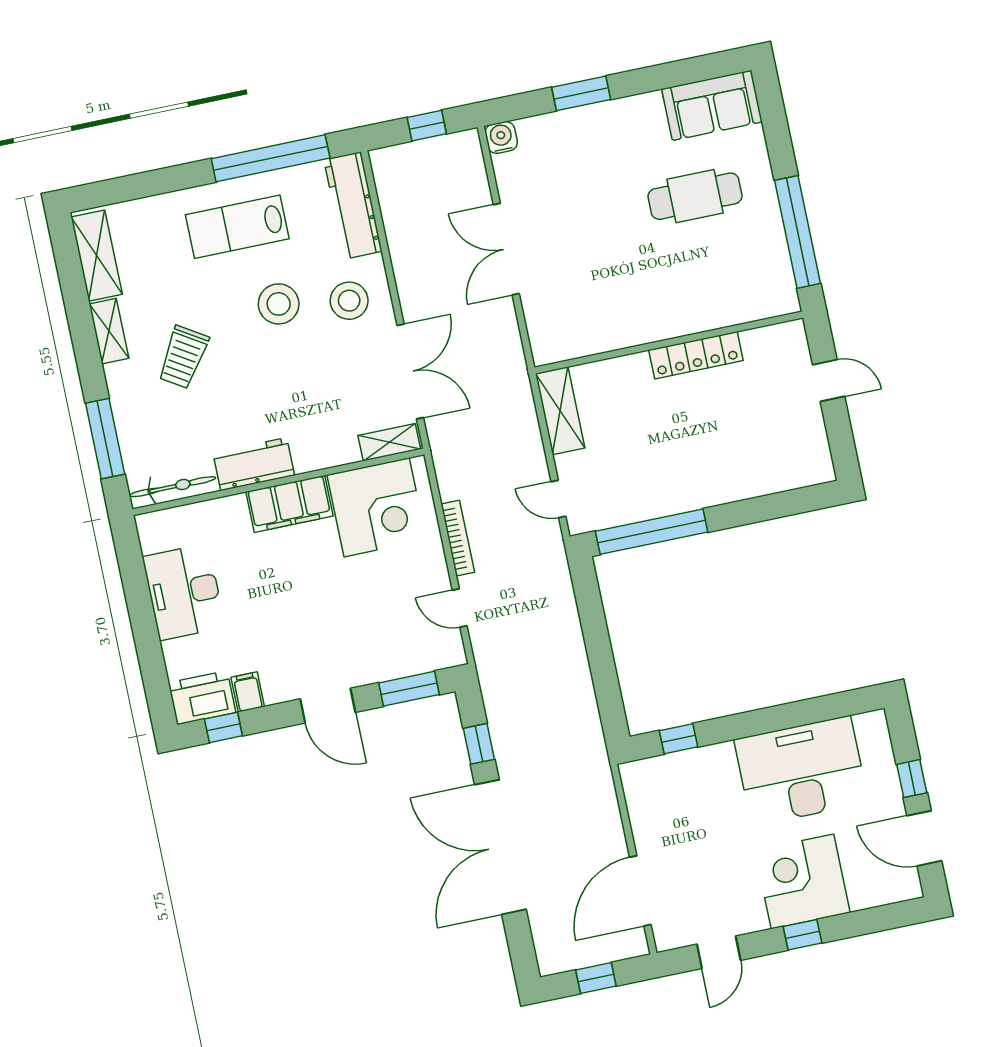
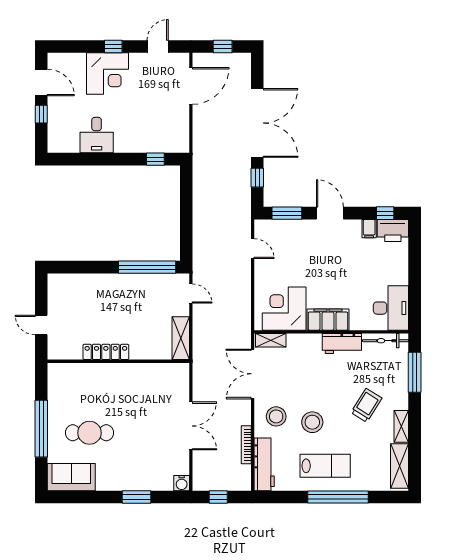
window: (271, 158) -> (338, 497), moved
window: (798, 232) -> (41, 429), moved
bookcase: (458, 538) -> (246, 445), moved
desk: (184, 592) -> (391, 308), moved
desk: (801, 771) -> (97, 135), width x0.53, depth x0.77

